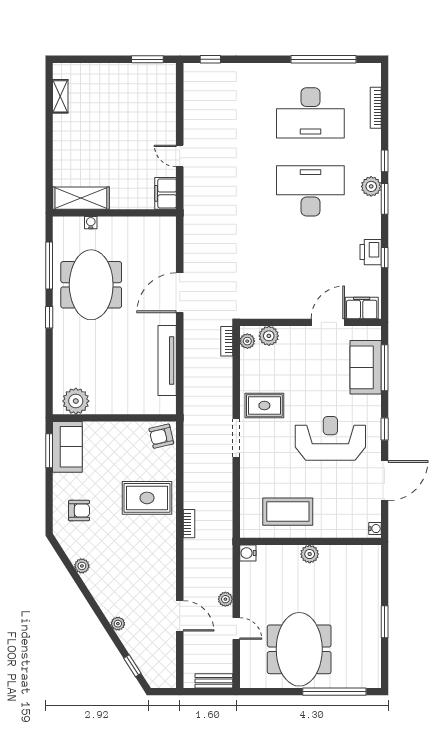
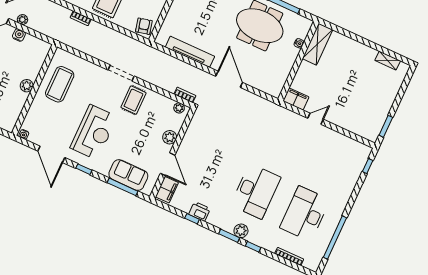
plant: (269, 336) -> (170, 137), moved
water cooler: (248, 553) -> (19, 35), moved

